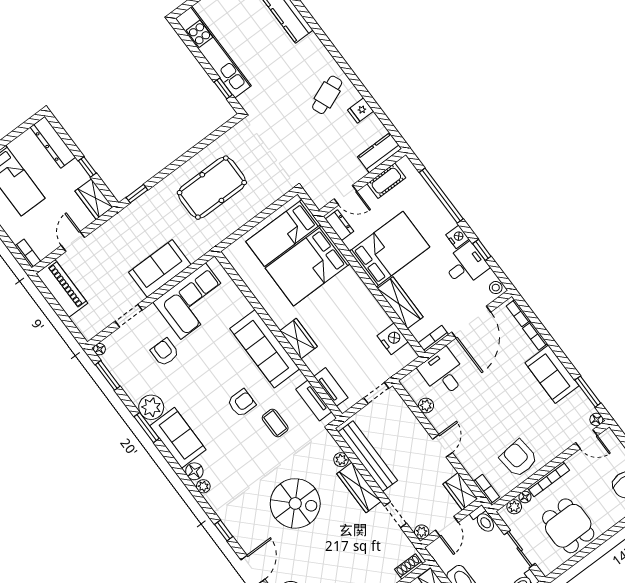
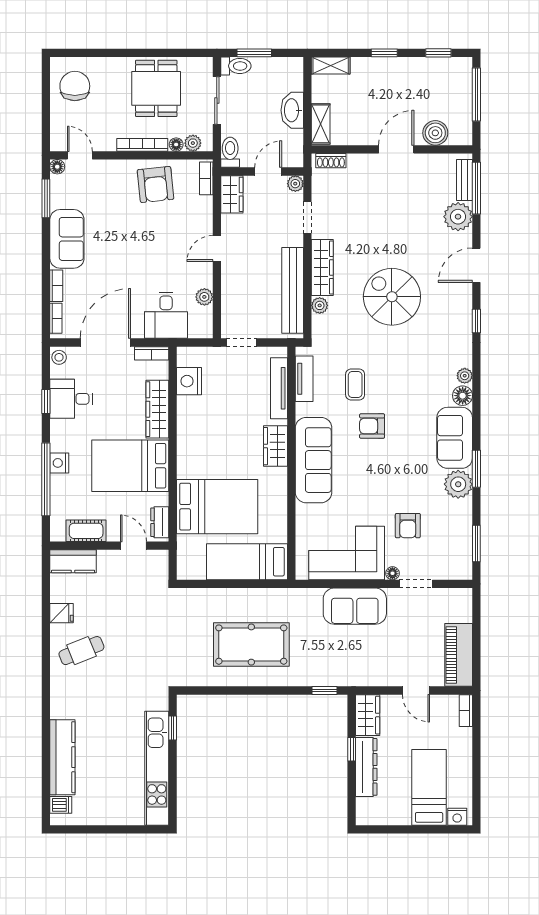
dresser: (53, 142) -> (366, 767), moved
bed: (283, 233) -> (247, 562), moved, turned 180
nightstand: (458, 237) -> (59, 463), moved
door: (73, 241) -> (416, 691), hinge flipped
floor lamp: (99, 349) -> (392, 573), moved
tv unit: (331, 387) -> (279, 388), width x1.41

